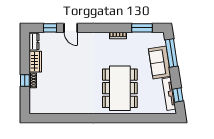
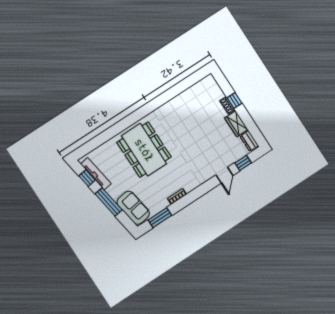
door: (71, 28) -> (224, 175), swing flipped
window: (171, 53) -> (109, 202), moved
sofa: (160, 62) -> (133, 208), moved

